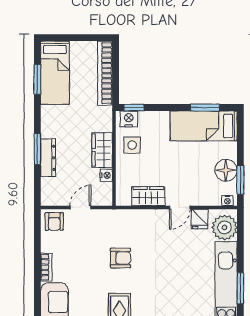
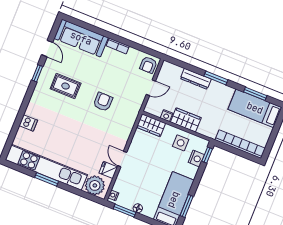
nightstand: (129, 119) -> (196, 158), moved
window: (37, 149) -> (216, 78), moved
floor lamp: (226, 170) -> (138, 208), width x0.53, depth x0.53
wardrobe: (148, 196) -> (151, 125), moved, turned 90
door: (80, 207) -> (151, 88), hinge flipped
armchair: (54, 221) -> (148, 65), turned -90
armchair: (120, 258) -> (103, 102), turned 180

